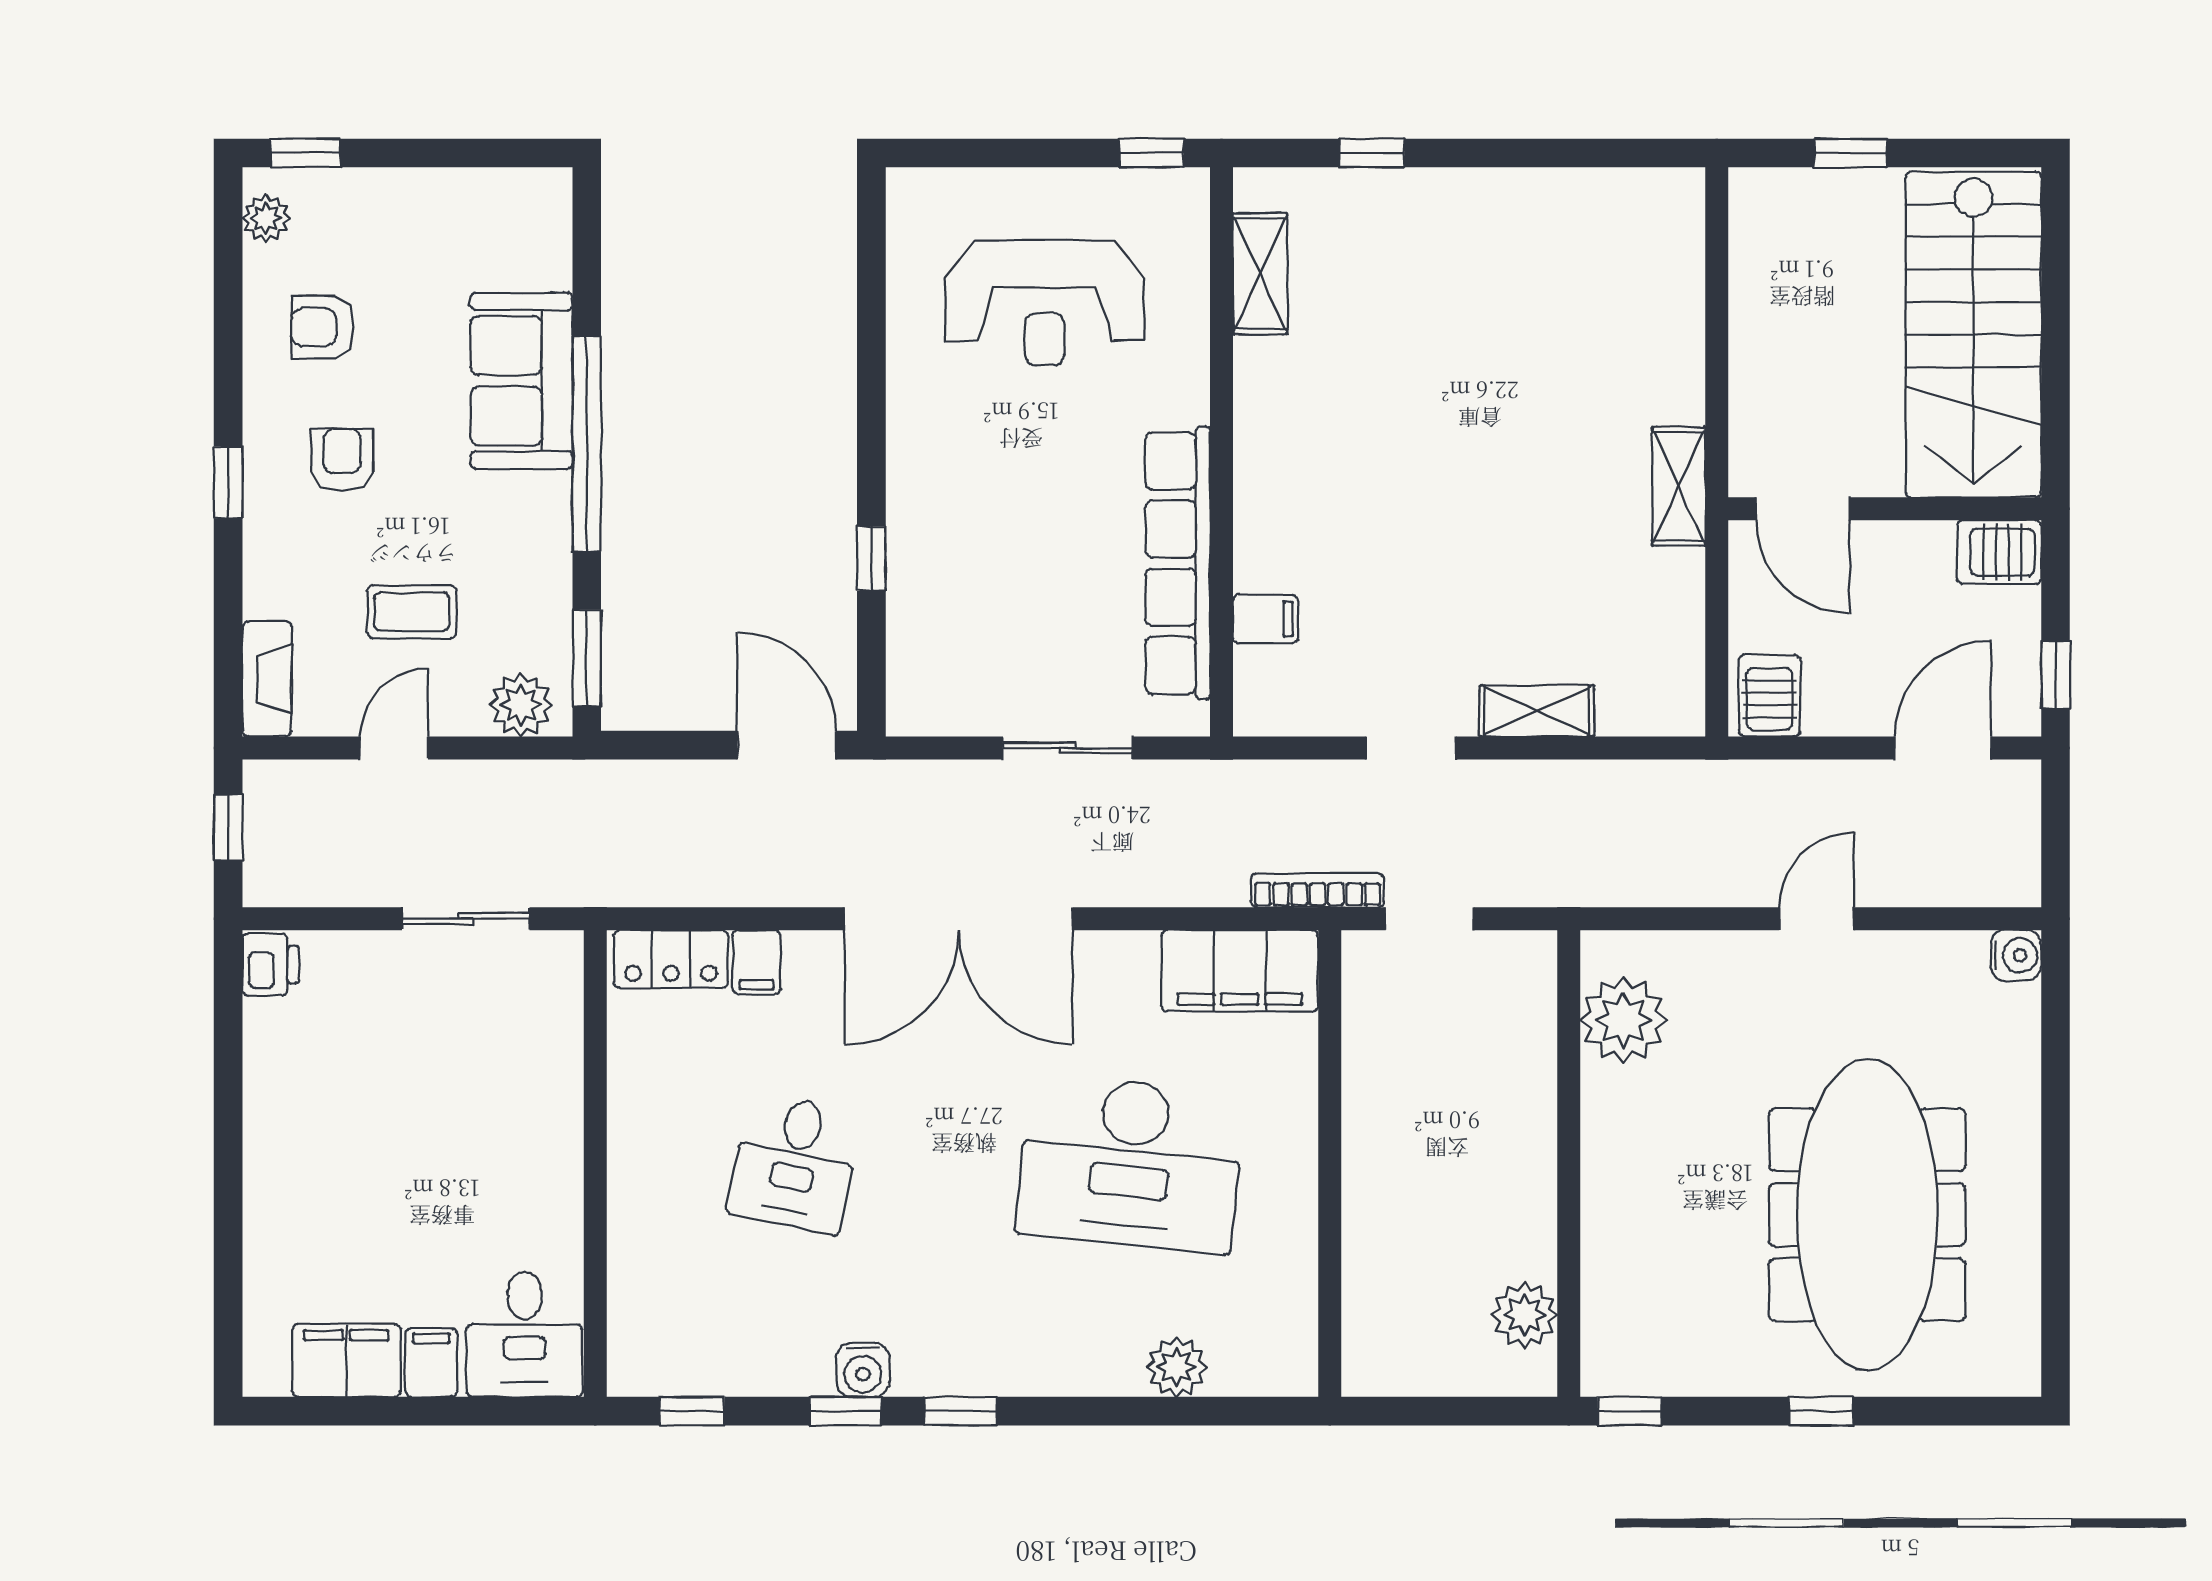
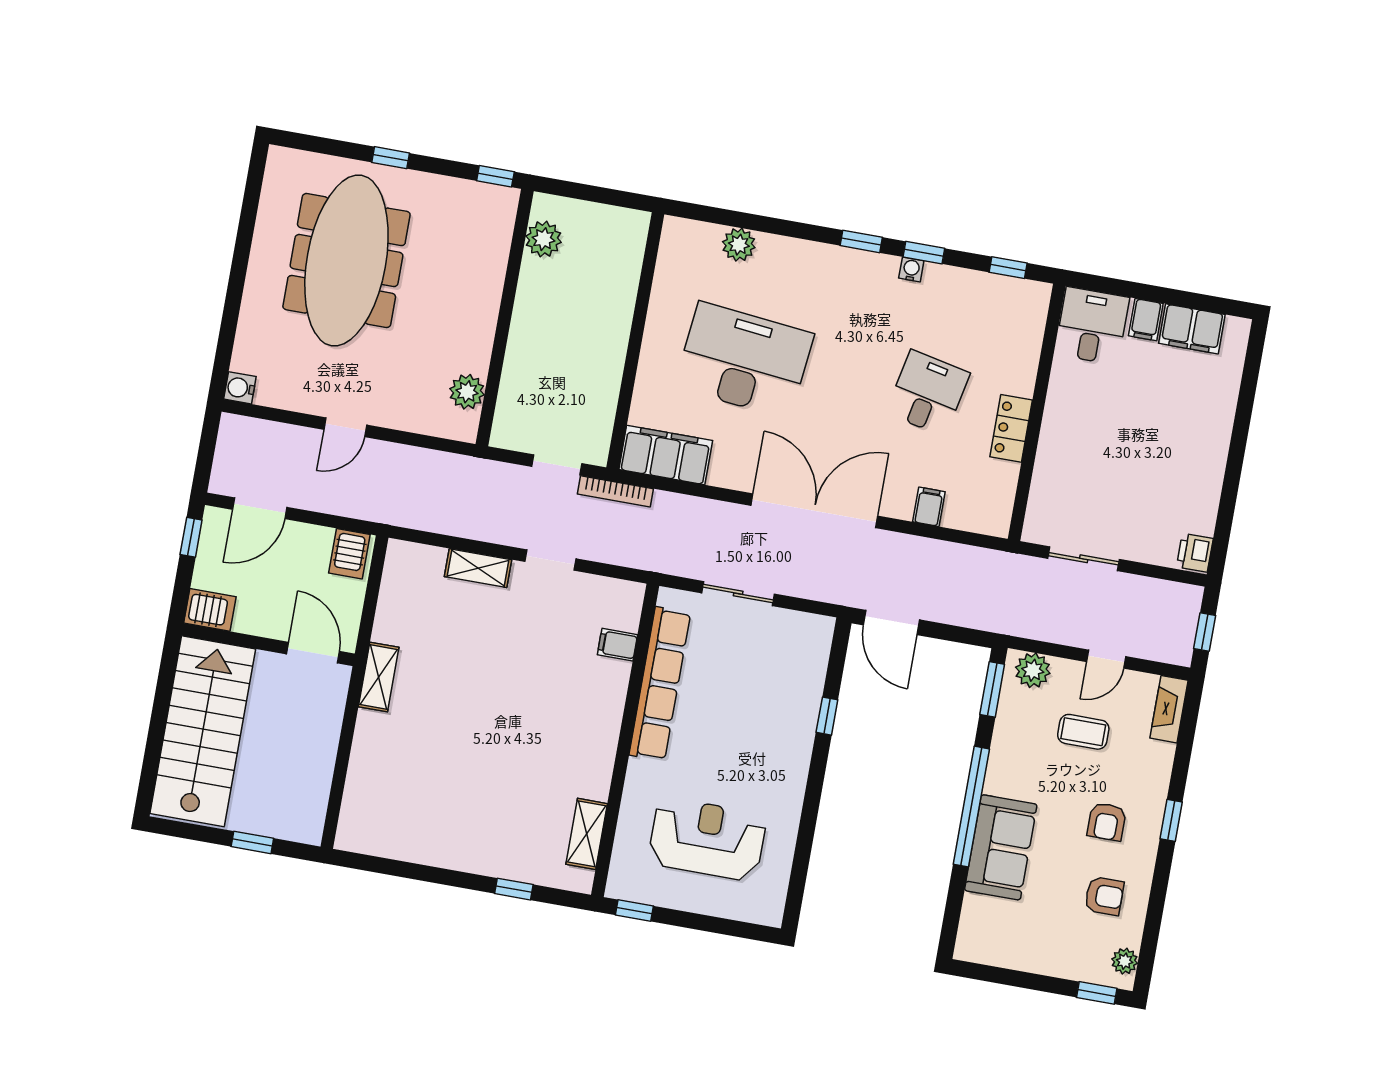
locker: (671, 959) -> (1011, 428), moved, turned -90
plant: (1623, 1020) -> (467, 392), width x0.73, depth x0.73
water cooler: (863, 1370) -> (911, 269), width x0.72, depth x0.72

